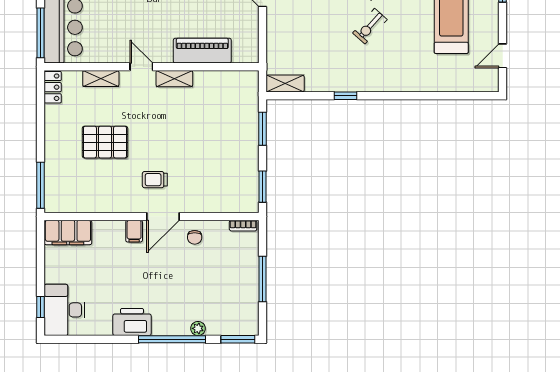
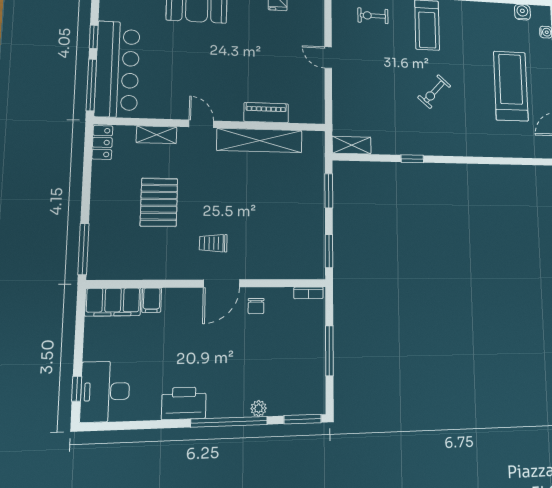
piano: (202, 51) -> (266, 113), width x0.73, depth x0.75
shelving: (174, 79) -> (260, 140), width x2.20, depth x1.33
pallet: (105, 142) -> (159, 202), turned 90
filing cabinet: (134, 231) -> (152, 300), moved

